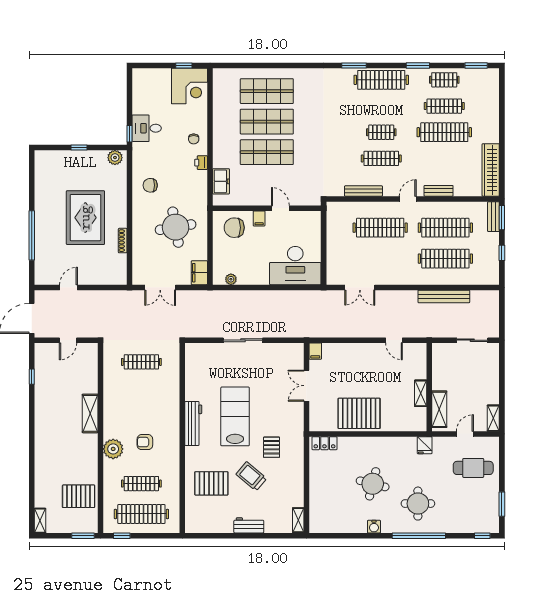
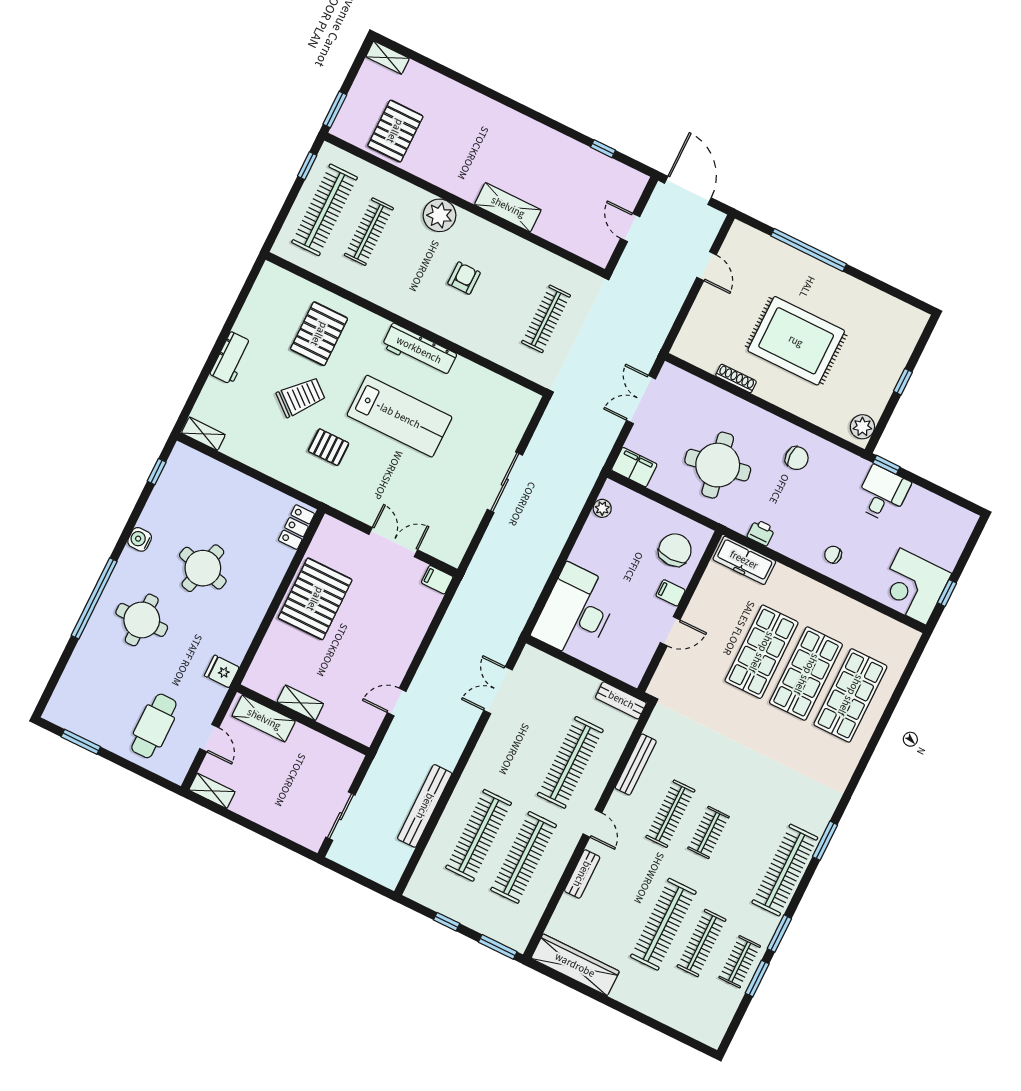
window: (476, 66) -> (757, 979), moved
printer: (201, 163) -> (761, 533), moved
freezer: (221, 181) -> (744, 560), width x1.40
chair: (150, 185) -> (797, 458), turned 90
bench: (493, 217) -> (621, 700), moved
armchair: (145, 442) -> (464, 278), moved
window: (482, 536) -> (157, 472), moved

